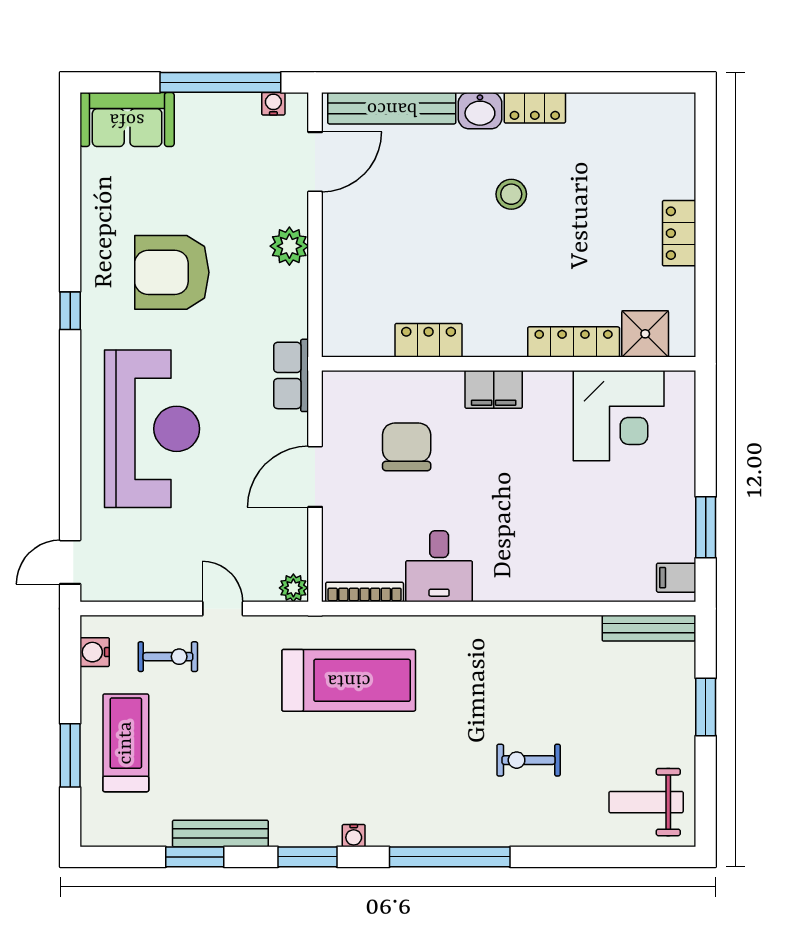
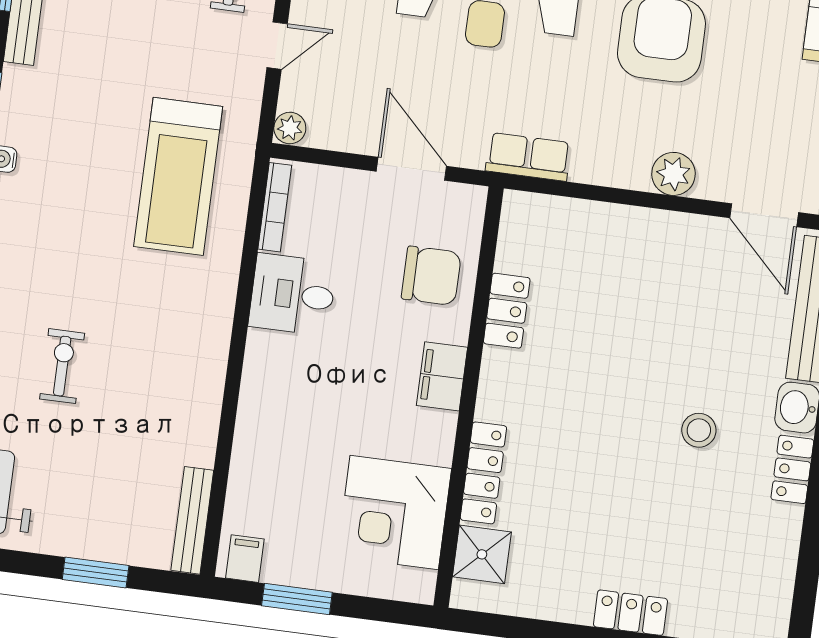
shower: (645, 334) -> (482, 554), moved
locker: (429, 340) -> (507, 311), moved
locker: (574, 342) -> (483, 473), moved
wall: (509, 364) -> (469, 397), moved
filing cabinet: (494, 389) -> (442, 376), moved
corner desk: (619, 416) -> (394, 512), moved

